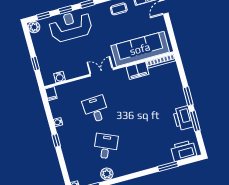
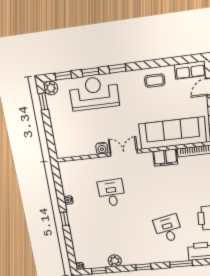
window: (35, 64) -> (43, 101), moved
water cooler: (60, 77) -> (102, 148), moved
filing cabinet: (51, 94) -> (64, 168), removed
desk: (106, 146) -> (168, 229), moved, turned -36
window: (134, 176) -> (143, 267), added

